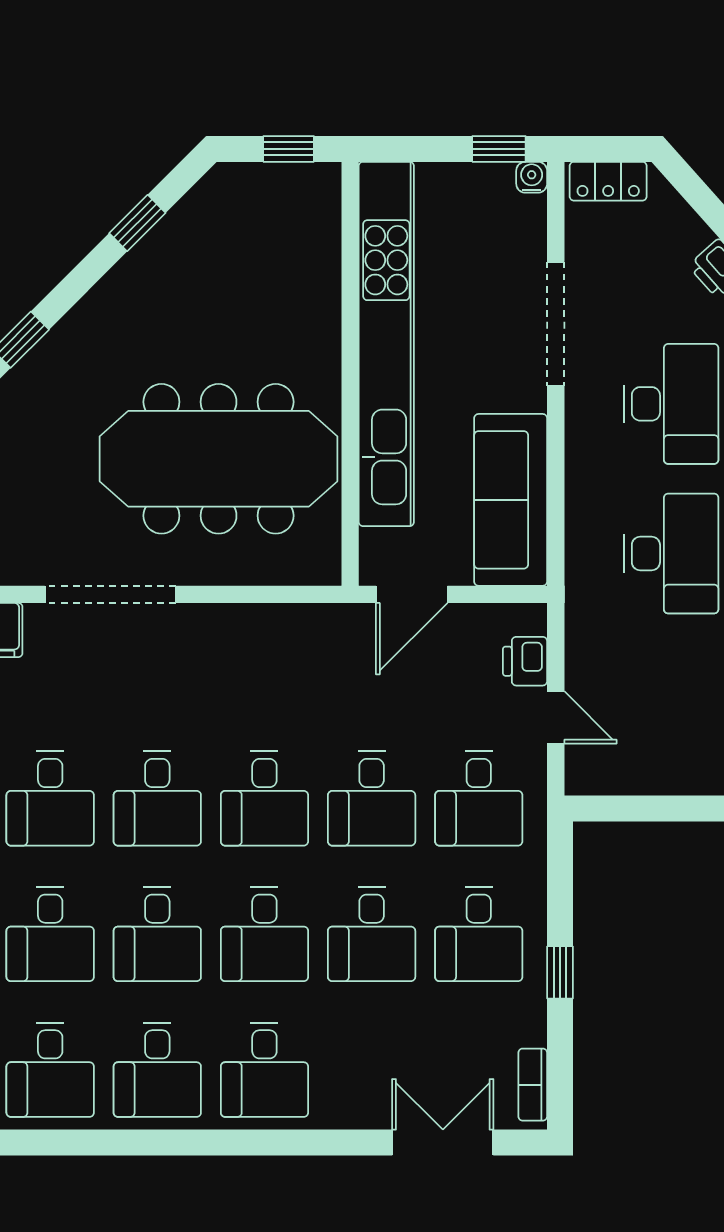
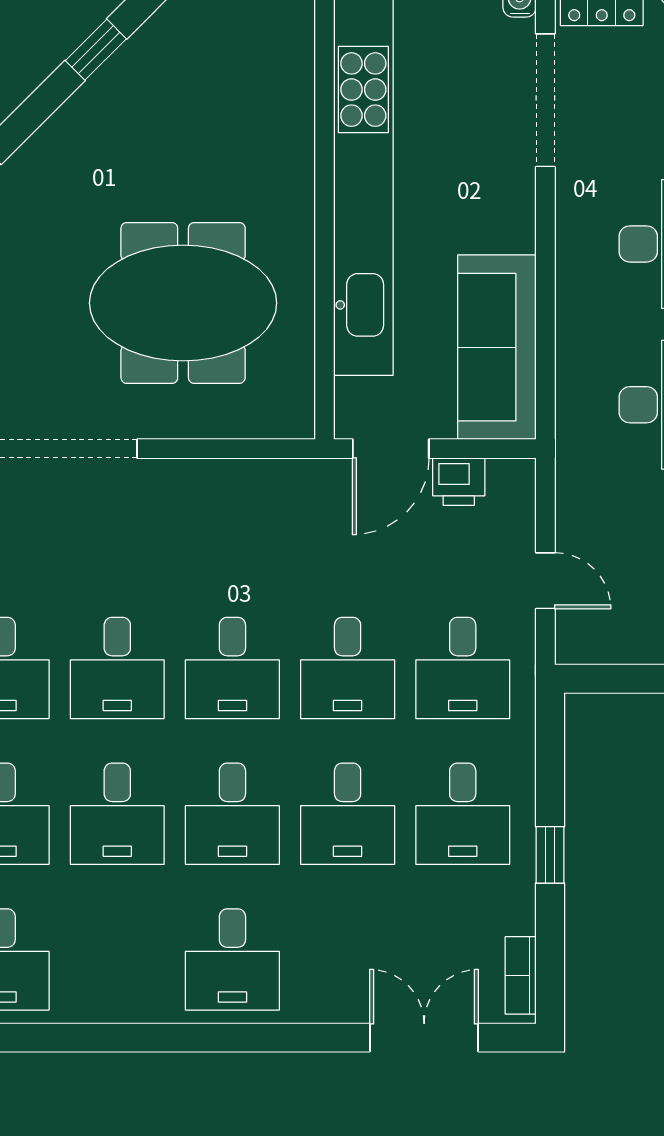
doorway: (556, 324) -> (545, 100), moved
meeting table: (219, 459) -> (183, 303), width x0.73
printer: (525, 661) -> (459, 482), moved, turned -90
desk: (157, 1070) -> (117, 959), removed

